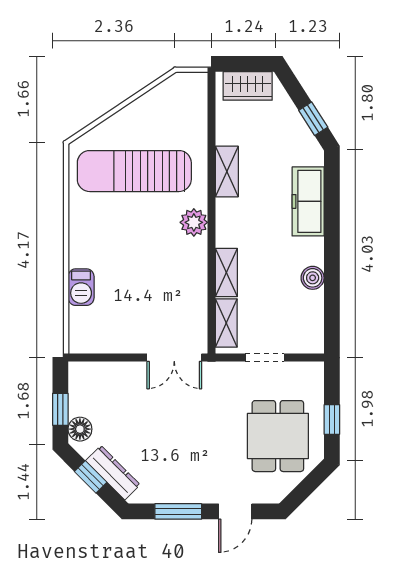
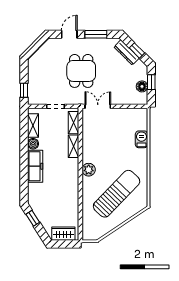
sun lounger: (134, 171) -> (117, 194), turned -46
shelving: (227, 171) -> (33, 125), moved
freezer: (308, 201) -> (35, 166), moved
window: (332, 419) -> (24, 90), moved
floor lamp: (80, 429) -> (142, 86), moved
dining table: (278, 436) -> (81, 71), moved

